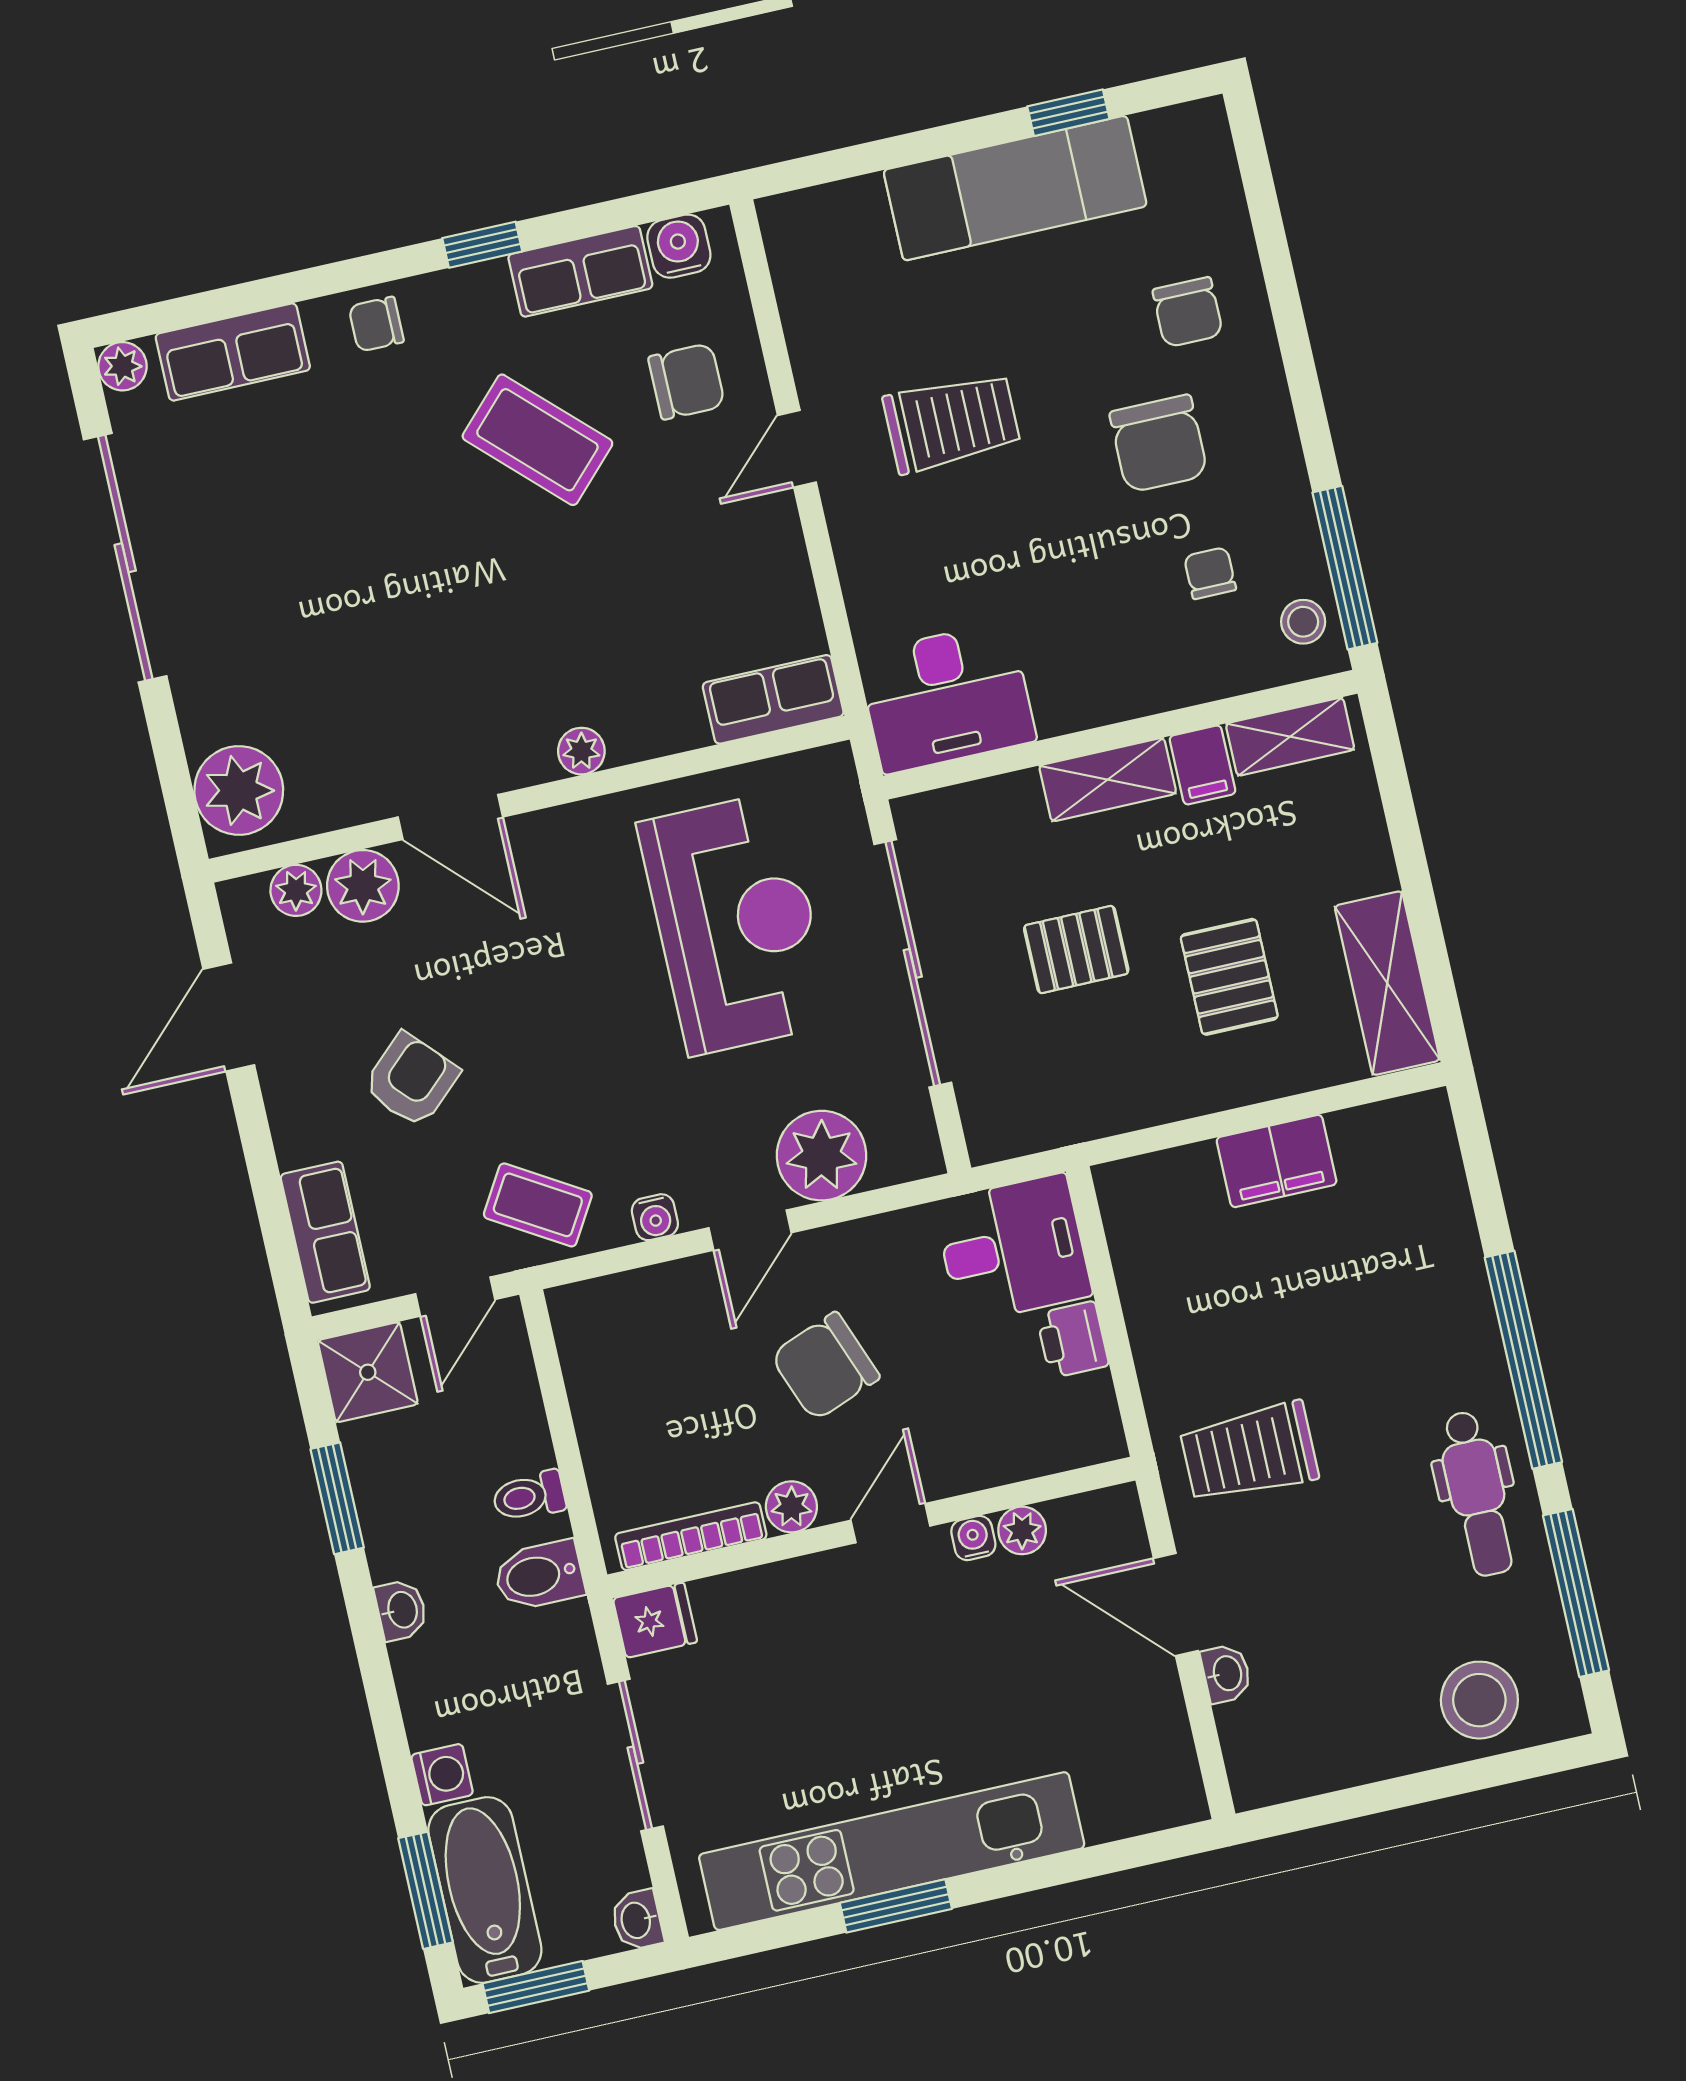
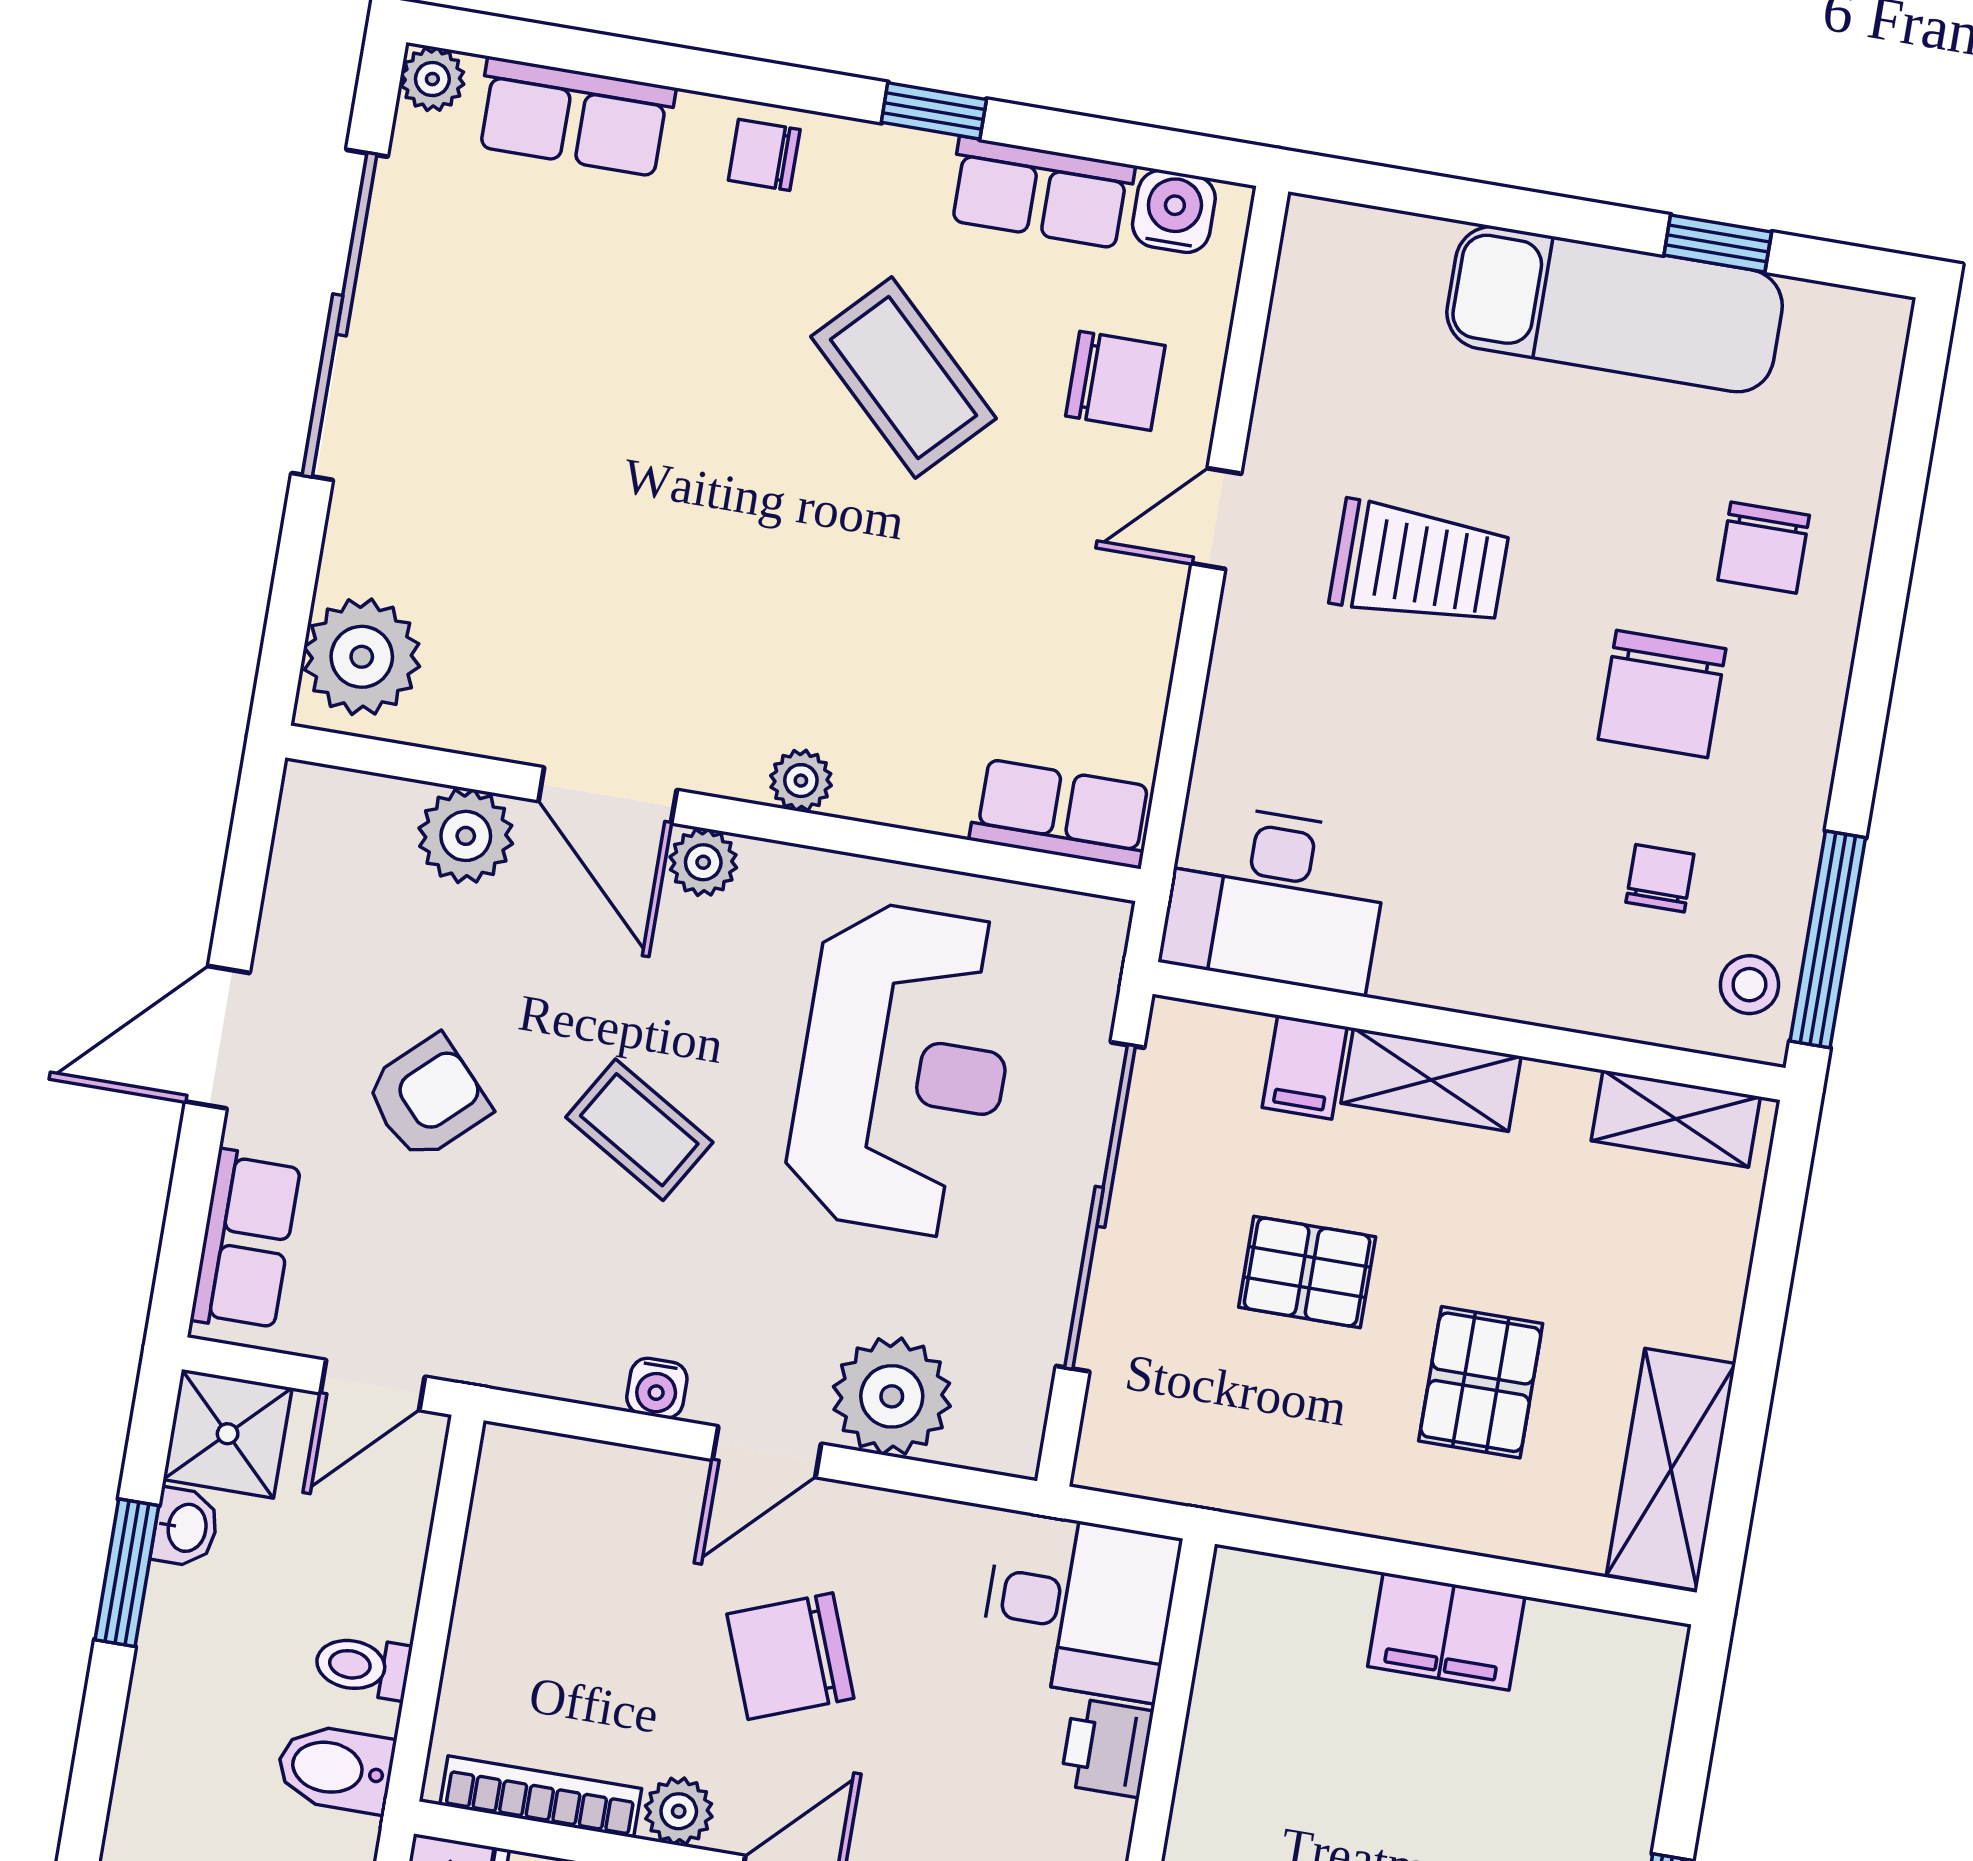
filing cabinet: (1202, 765) -> (1305, 1067), moved
plant: (296, 890) -> (703, 862), moved
door: (229, 1017) -> (217, 1037), moved
coffee table: (538, 1205) -> (639, 1130), moved
washbasin: (401, 1610) -> (185, 1528), moved

